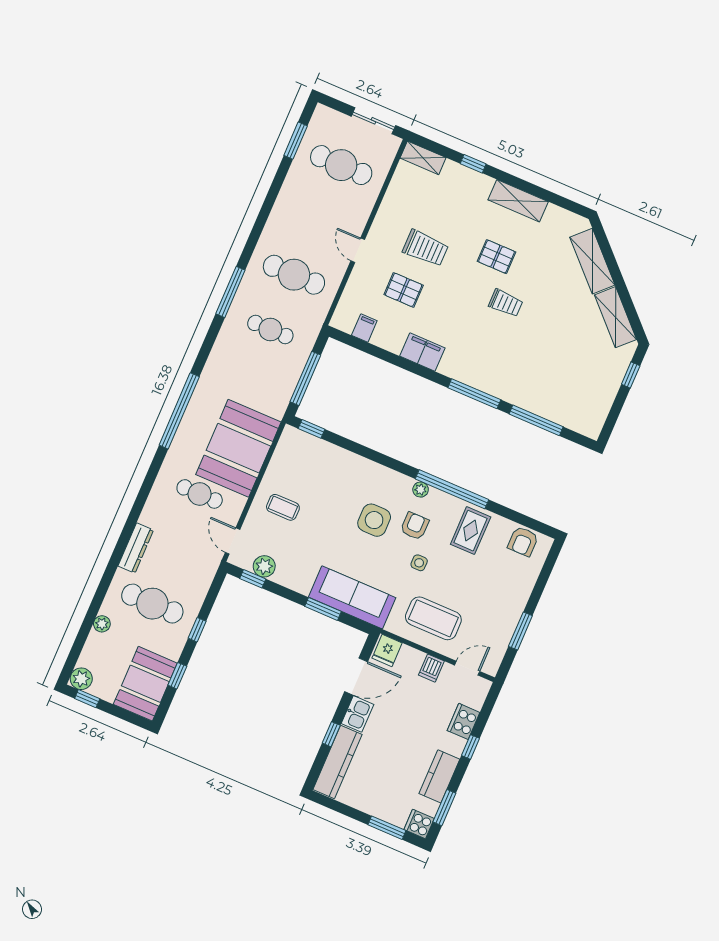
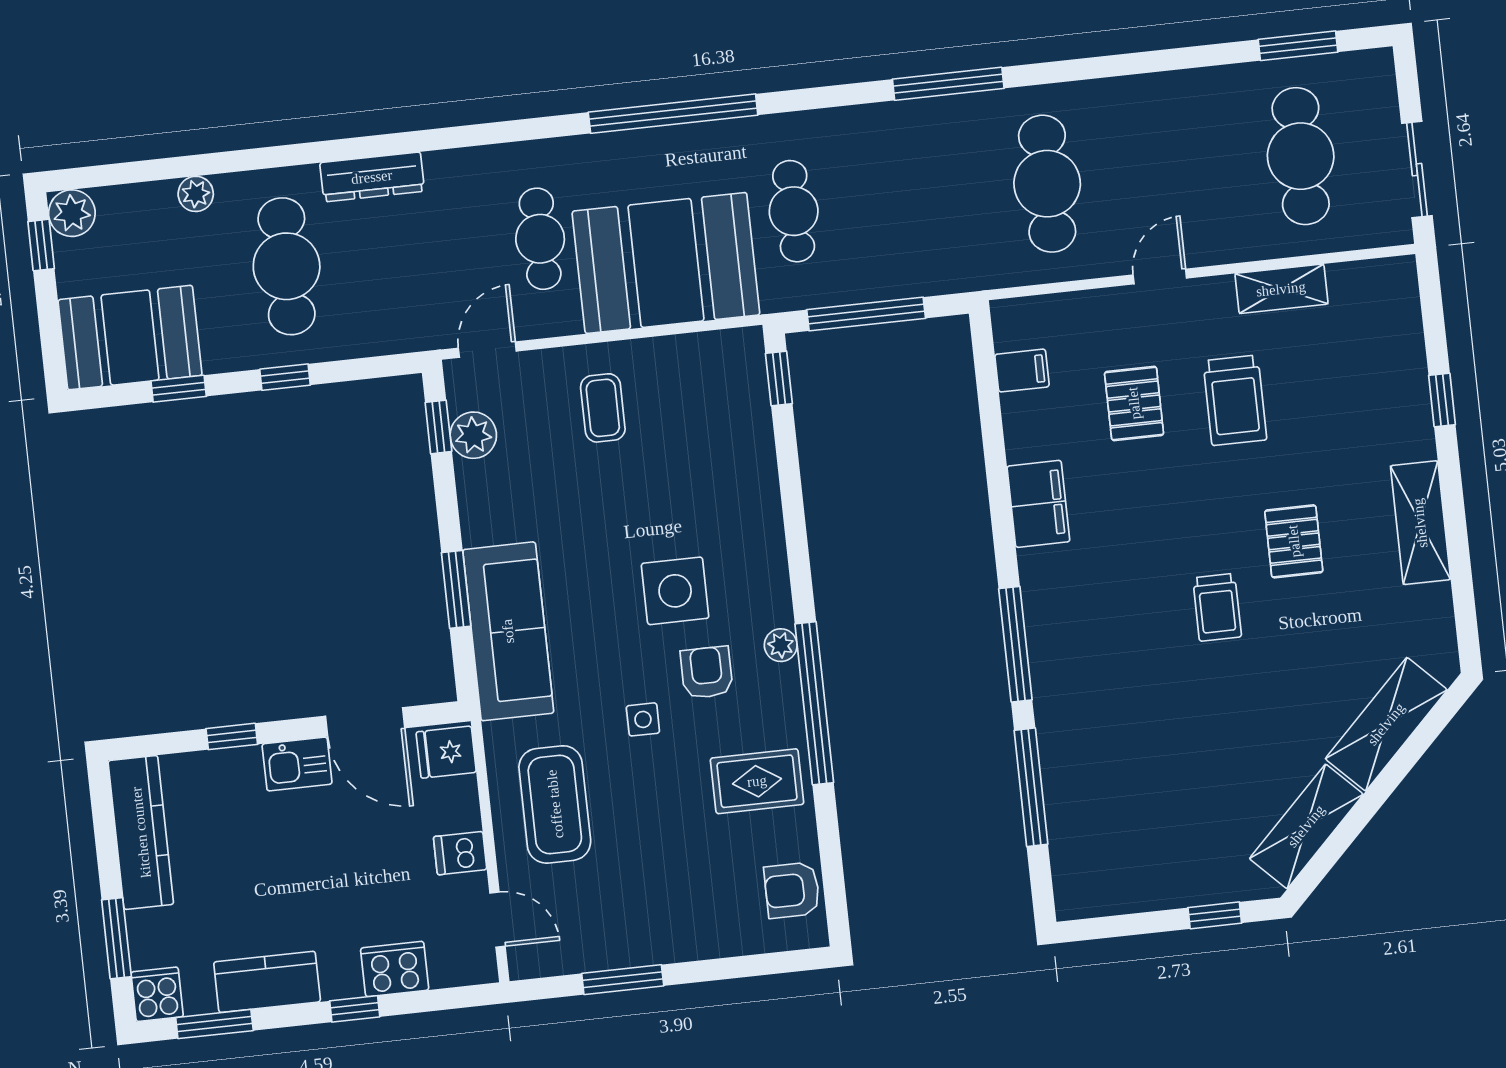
shelving: (423, 158) -> (1281, 289), moved, turned 90
cafe table: (270, 329) -> (794, 211), moved
armchair: (415, 526) -> (707, 672), turned -90
kitchen counter: (337, 762) -> (141, 832), moved, turned -90

